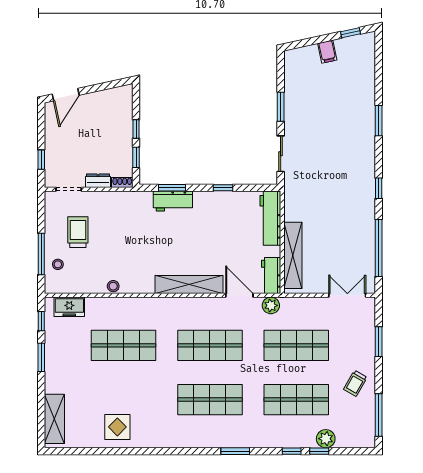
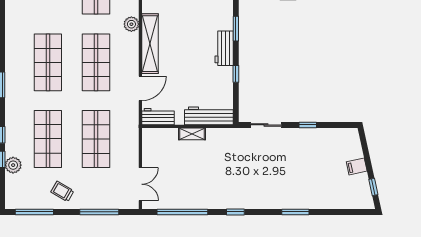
window: (281, 107) -> (308, 125), width x0.67
workbench: (173, 201) -> (224, 48), moved
shelving: (293, 255) -> (192, 134), width x0.45, depth x0.75
plant: (271, 305) -> (131, 24), moved
window: (379, 342) -> (99, 212), width x1.44

